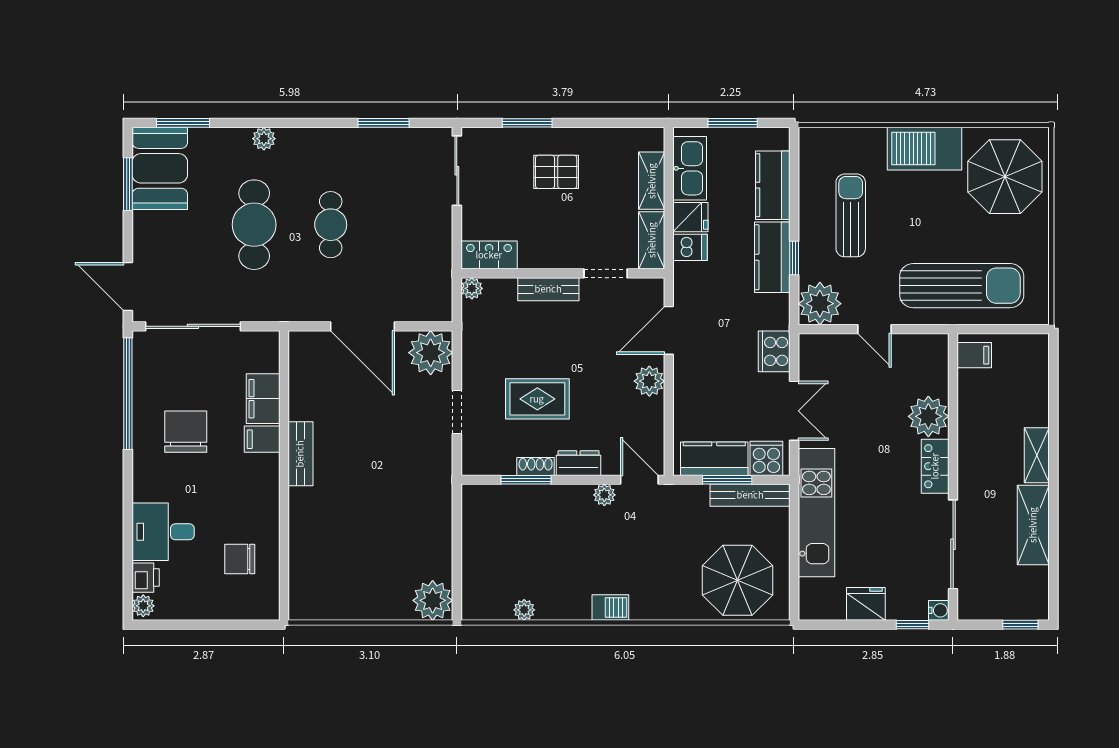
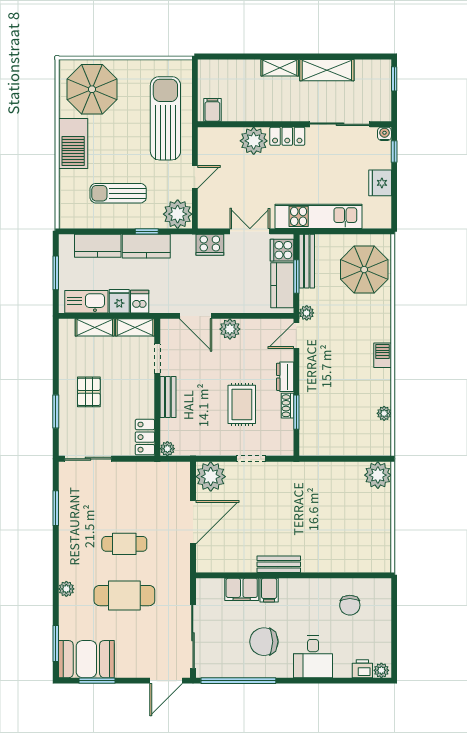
plant: (604, 495) -> (307, 313), moved
desk: (163, 532) -> (313, 657), moved

